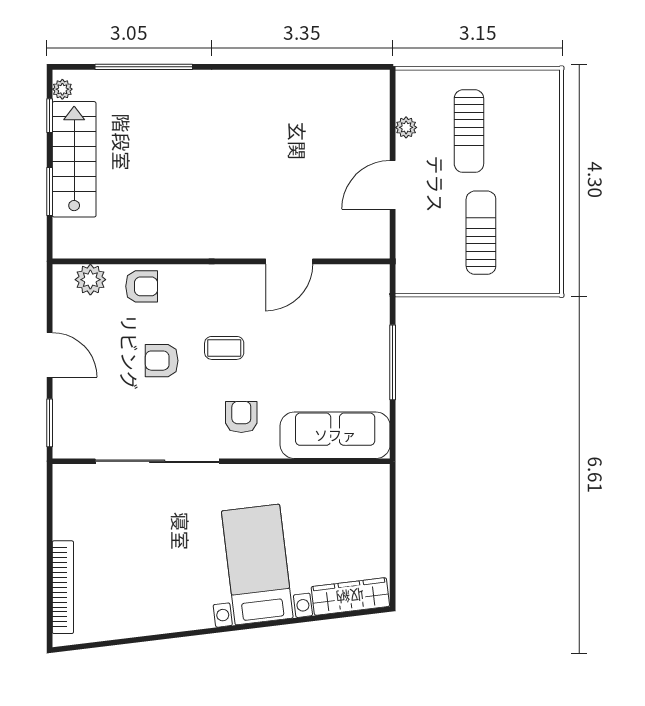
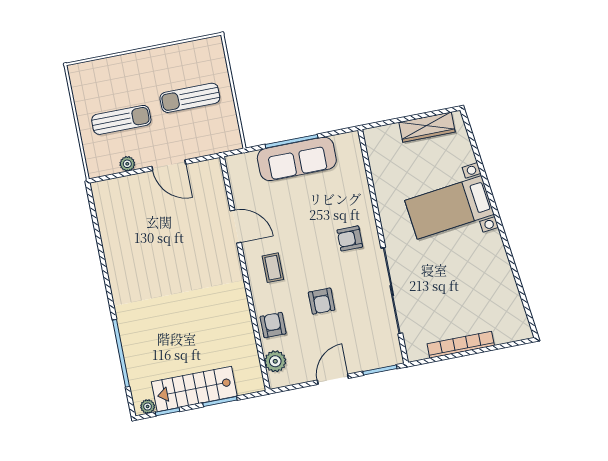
coffee table: (224, 348) -> (273, 268), moved
sofa: (335, 435) -> (297, 159), moved, turned -90
bookcase: (63, 587) -> (461, 345), moved
wardrobe: (350, 596) -> (427, 127), moved, turned -83

